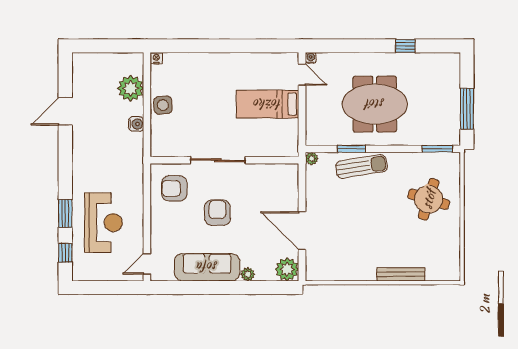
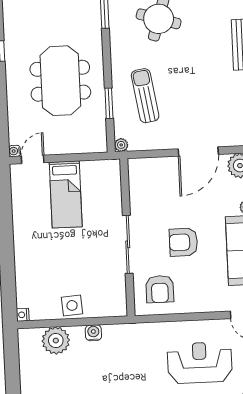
sun lounger: (362, 166) -> (145, 96), moved

